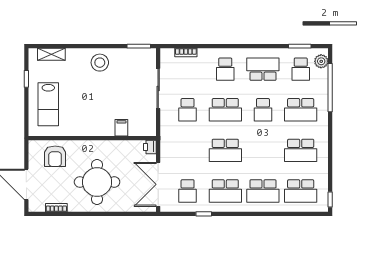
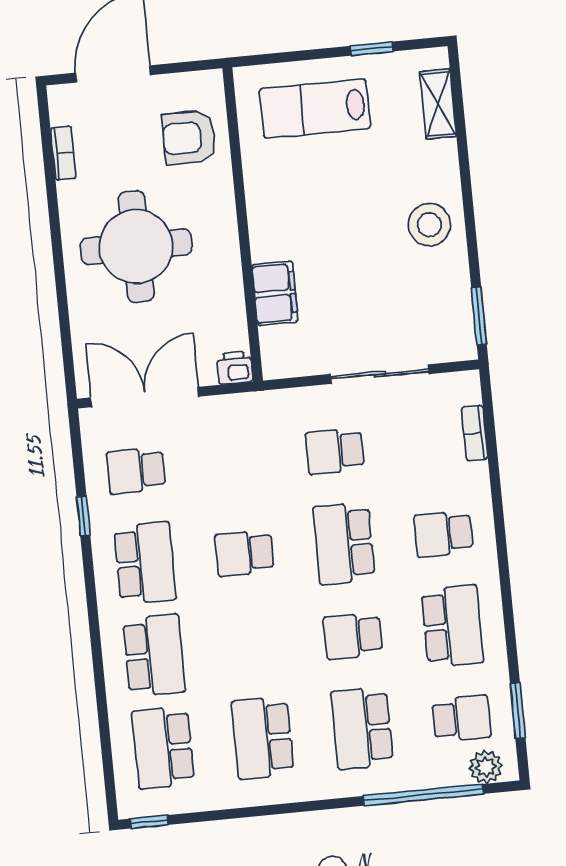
school desk: (301, 69) -> (461, 718), turned 180
filing cabinet: (121, 128) -> (275, 293), width x2.00
school desk: (225, 150) -> (244, 553), width x0.54
school desk: (225, 191) -> (145, 563), turned 180
school desk: (263, 191) -> (154, 655), turned 180

